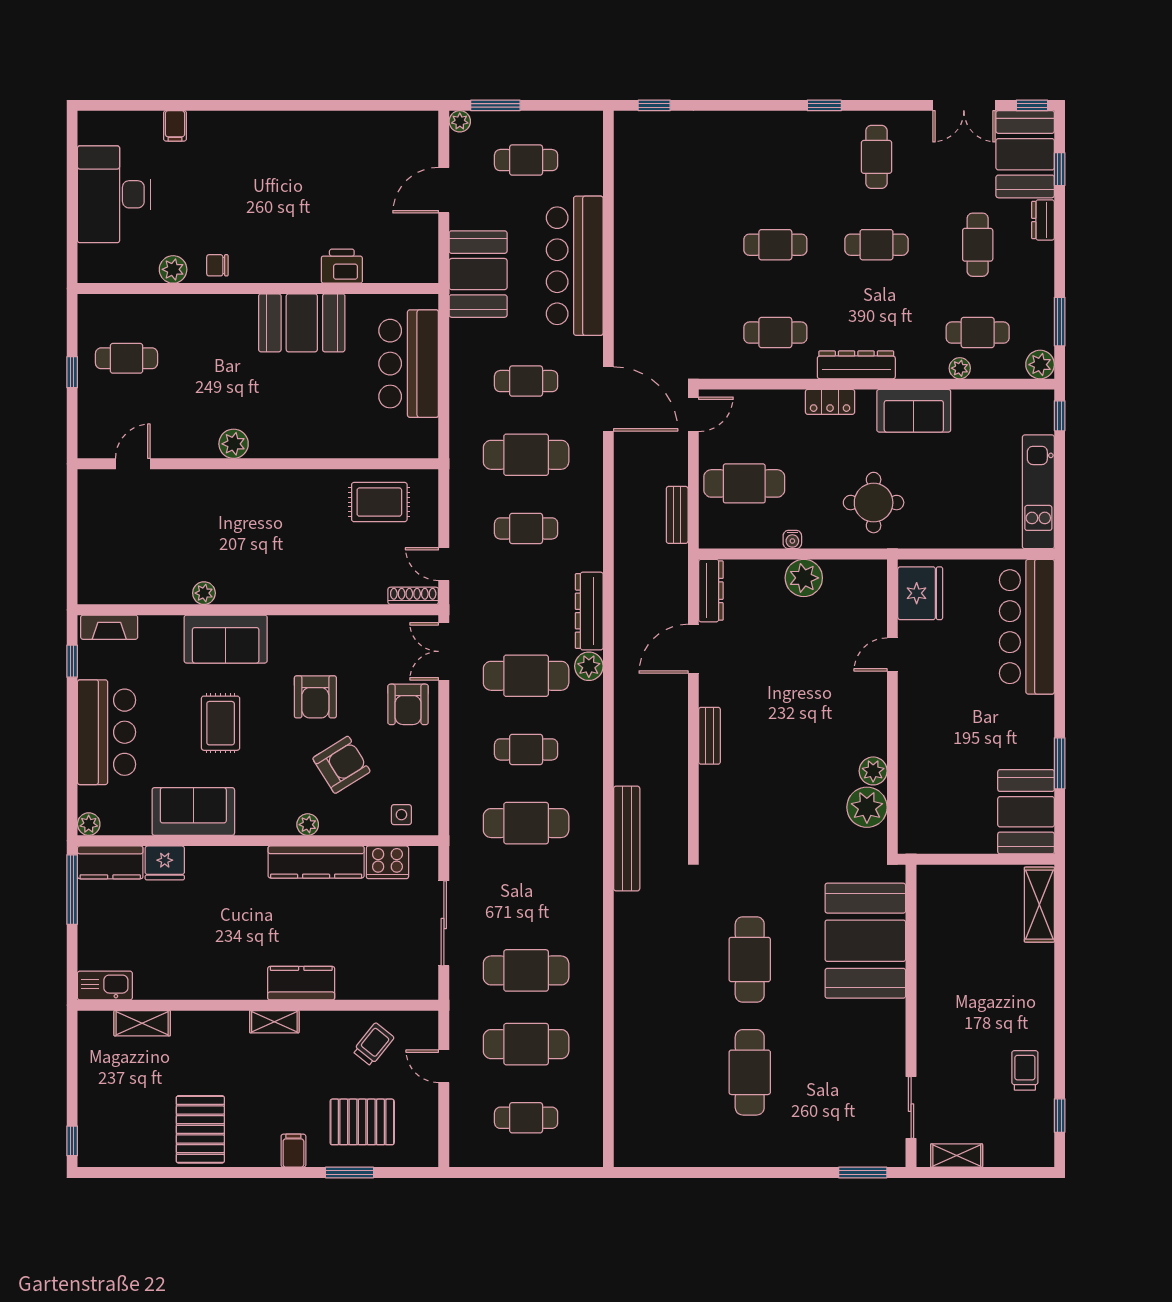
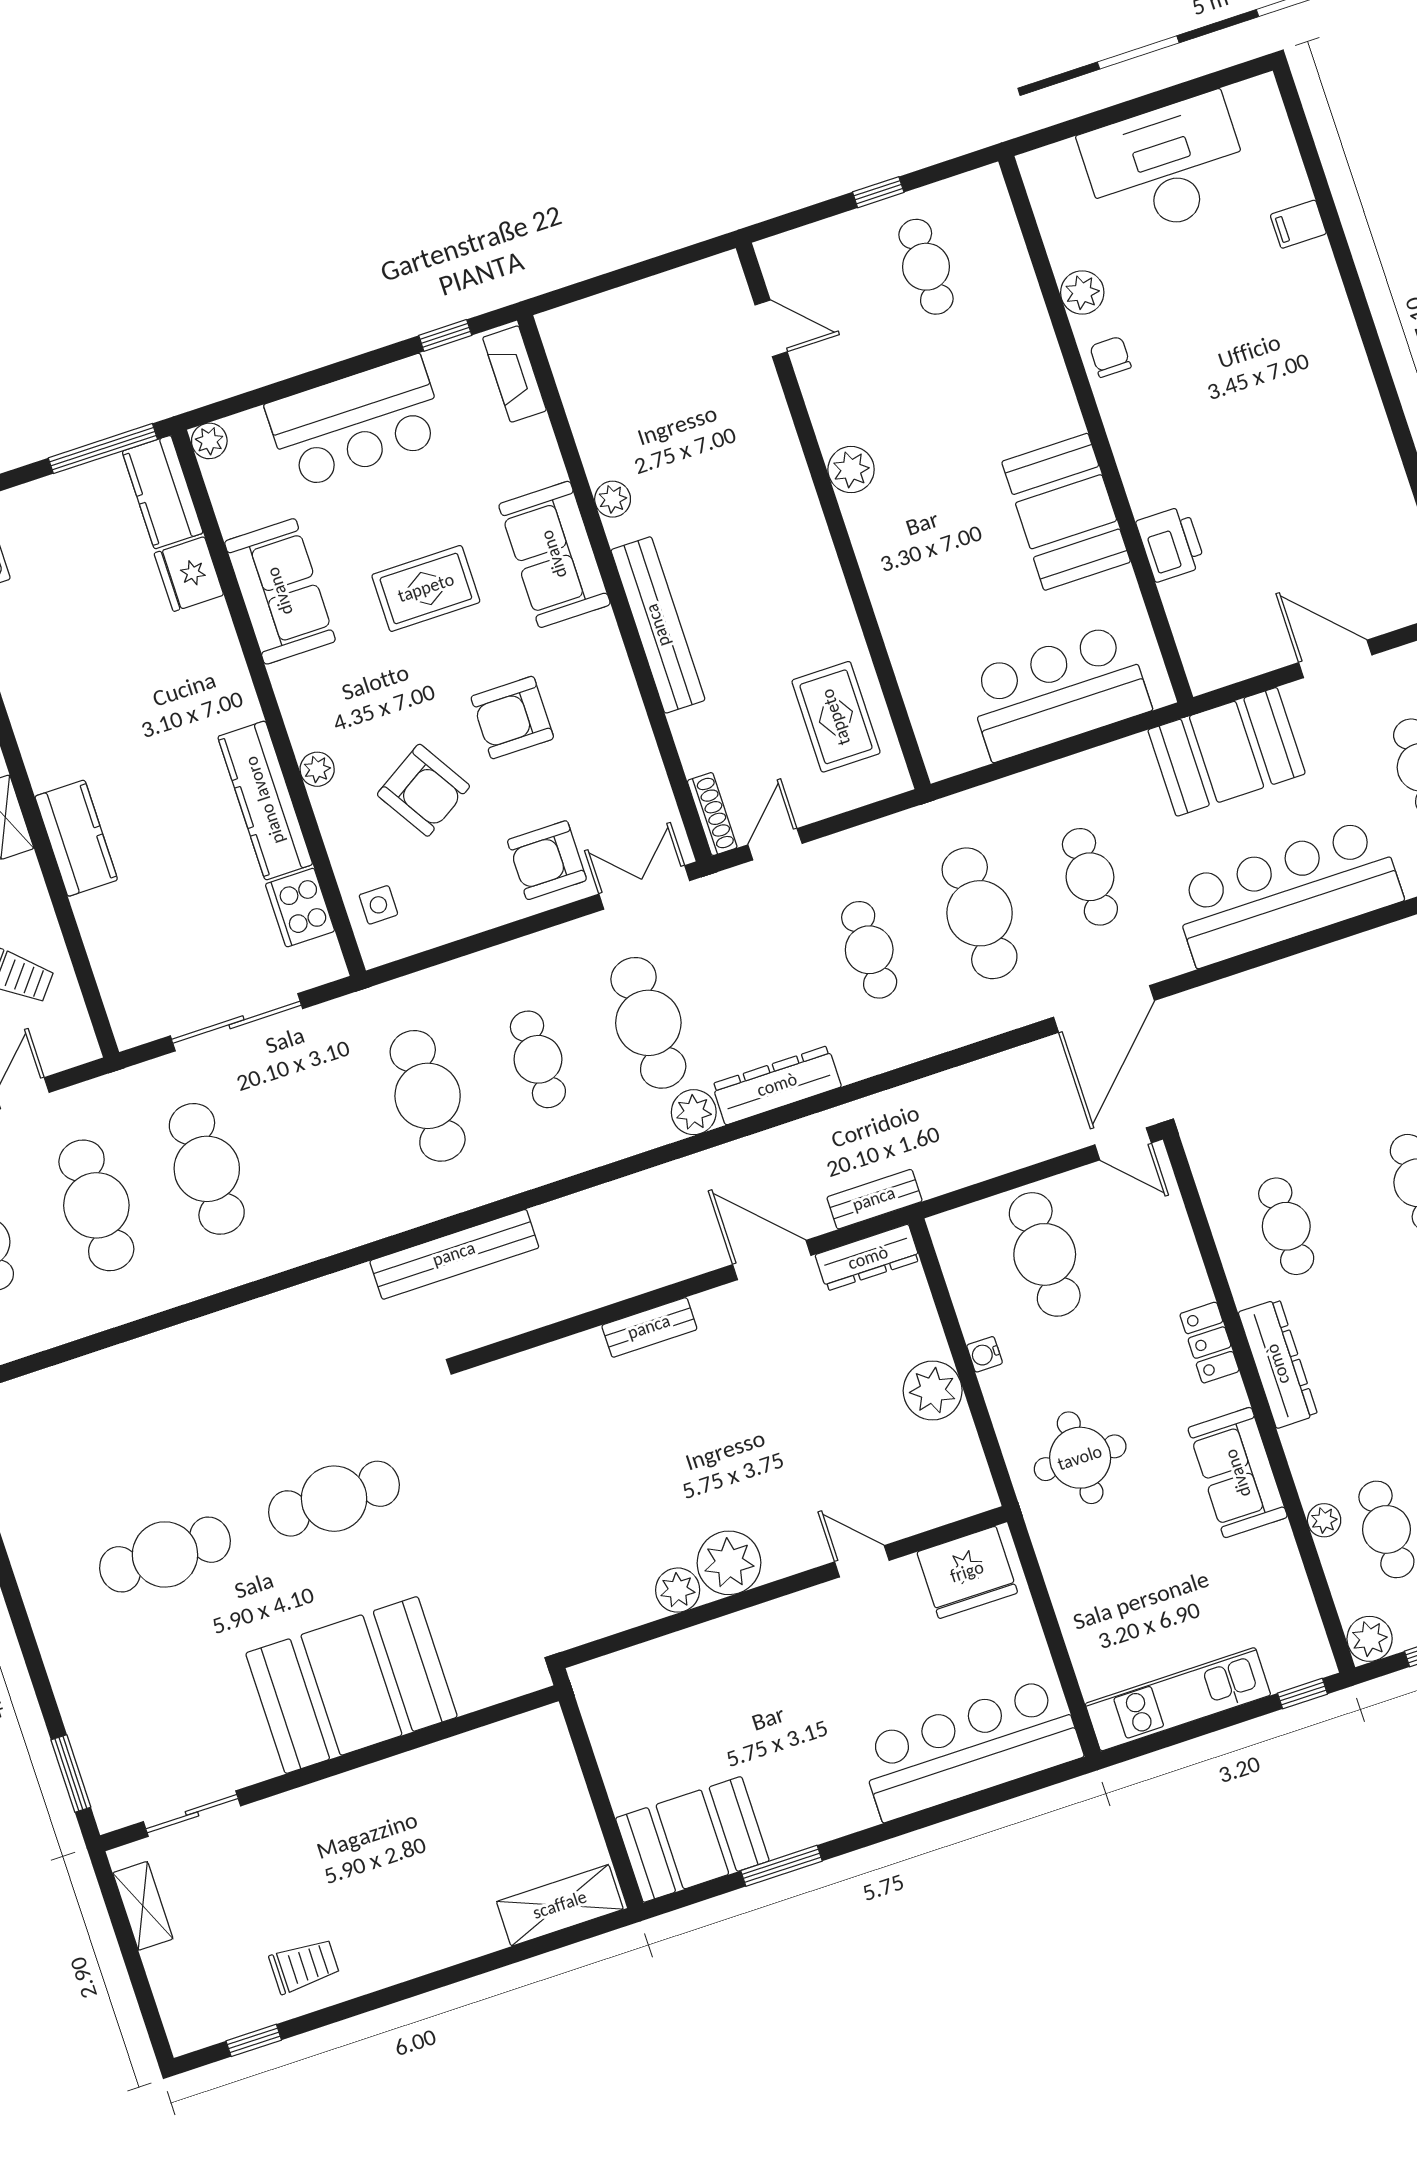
bench: (677, 515) -> (874, 1199), moved
bench: (289, 591) -> (658, 625), added
plant: (867, 807) -> (729, 1563), moved
booth: (865, 941) -> (351, 1685), moved

